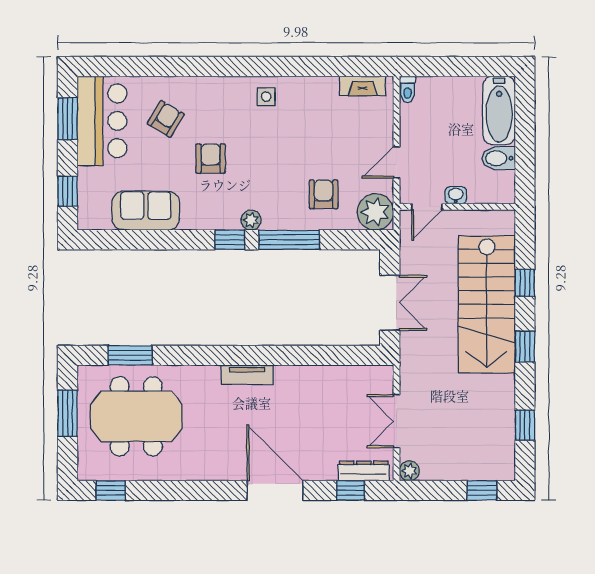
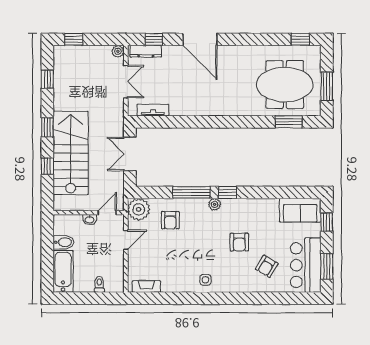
toilet: (408, 89) -> (99, 284), moved
sofa: (146, 211) -> (300, 210), moved
tv unit: (247, 375) -> (153, 110), moved

